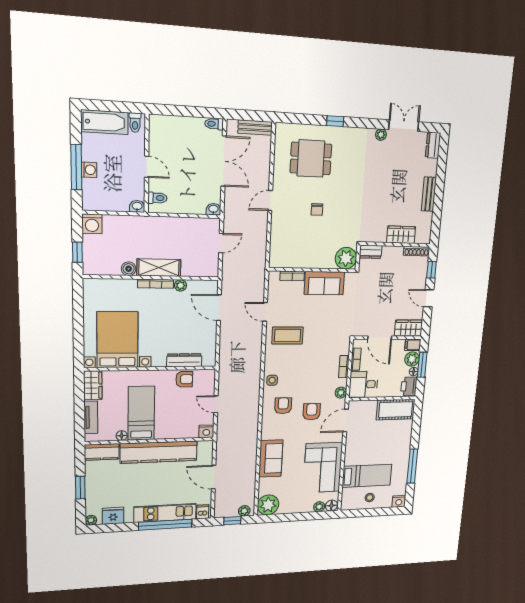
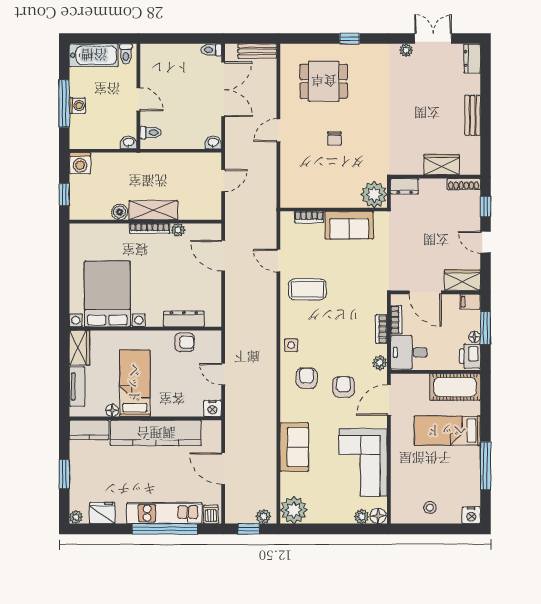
plant: (412, 359) -> (471, 320), removed
bed: (367, 476) -> (447, 431), moved, turned 180

